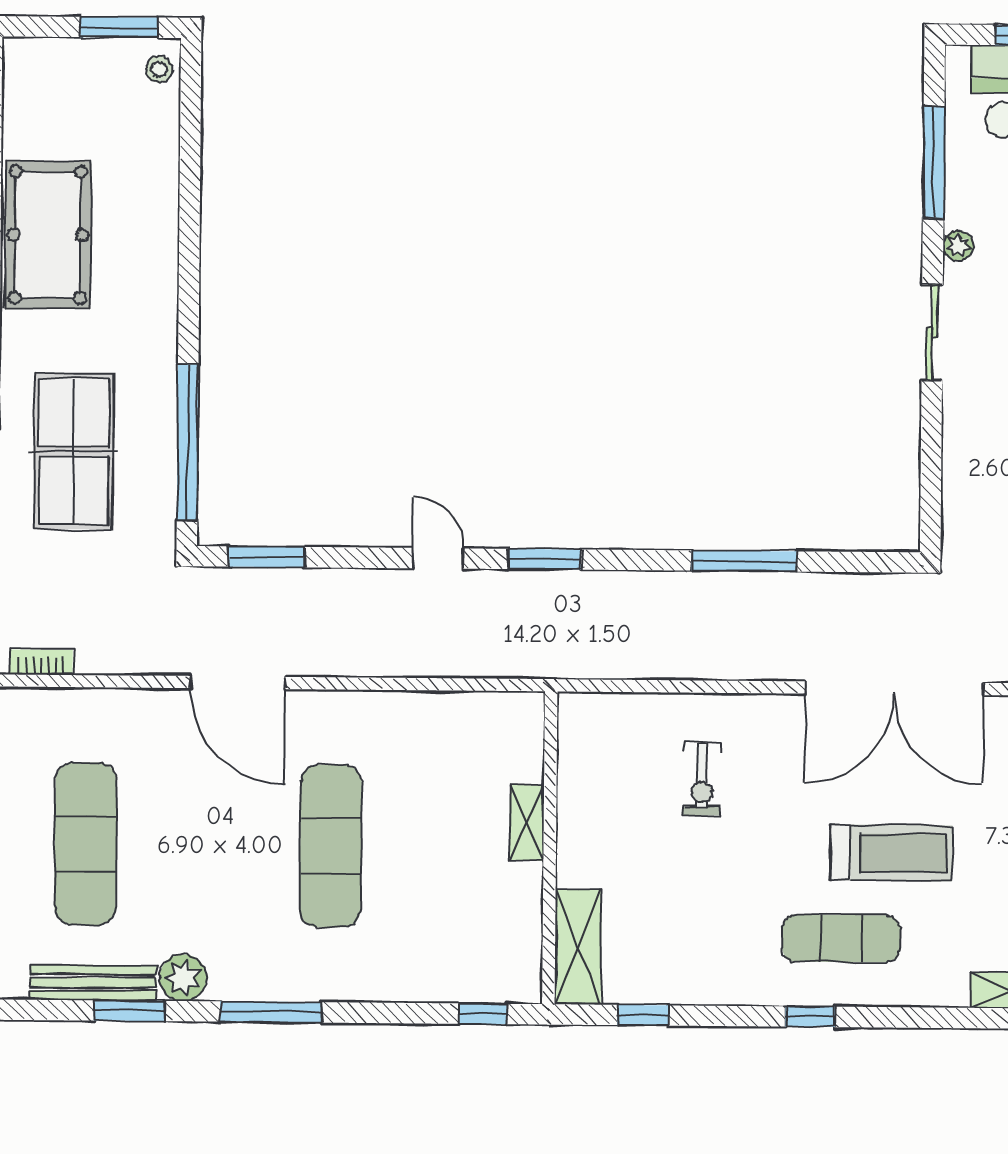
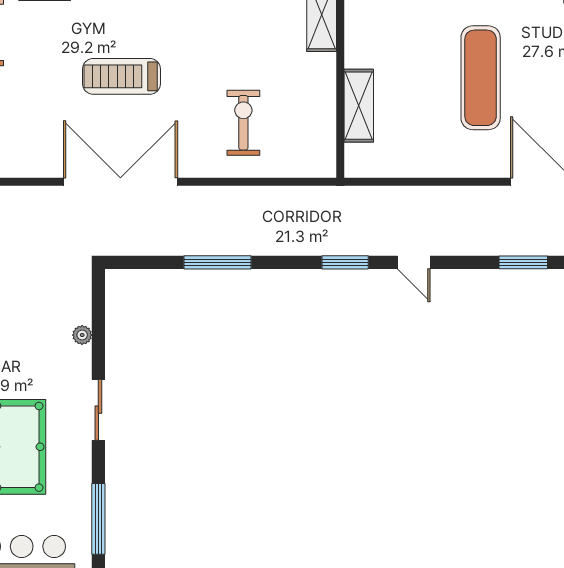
plant: (958, 246) -> (82, 335), moved
exercise bike: (702, 779) -> (243, 123), width x1.38, depth x1.39
shelving: (527, 823) -> (359, 106), width x1.50, depth x1.33
exercise mat: (841, 938) -> (153, 21), removed

